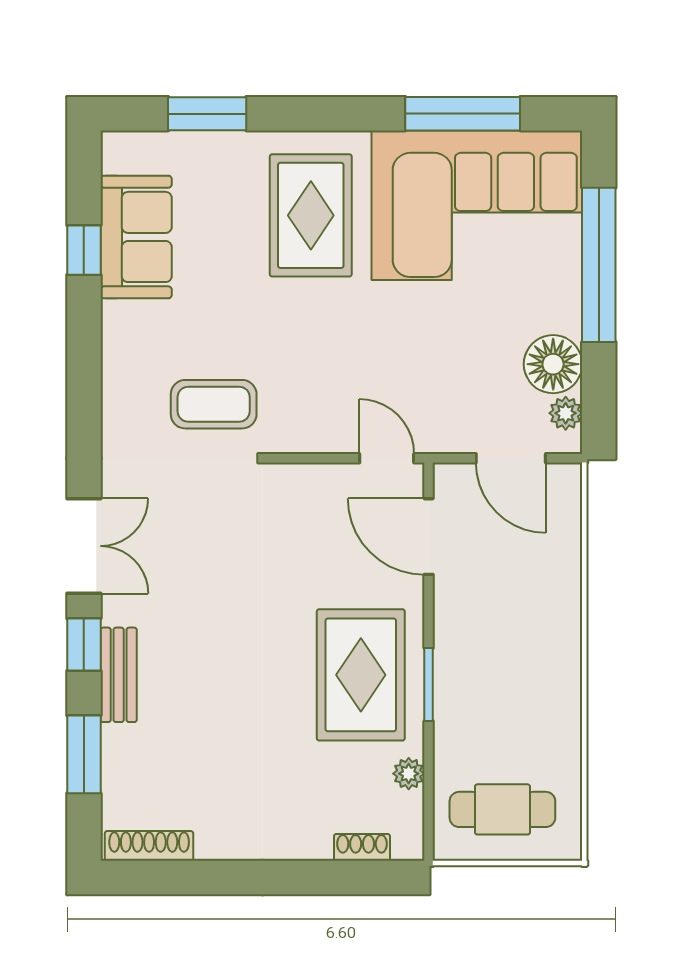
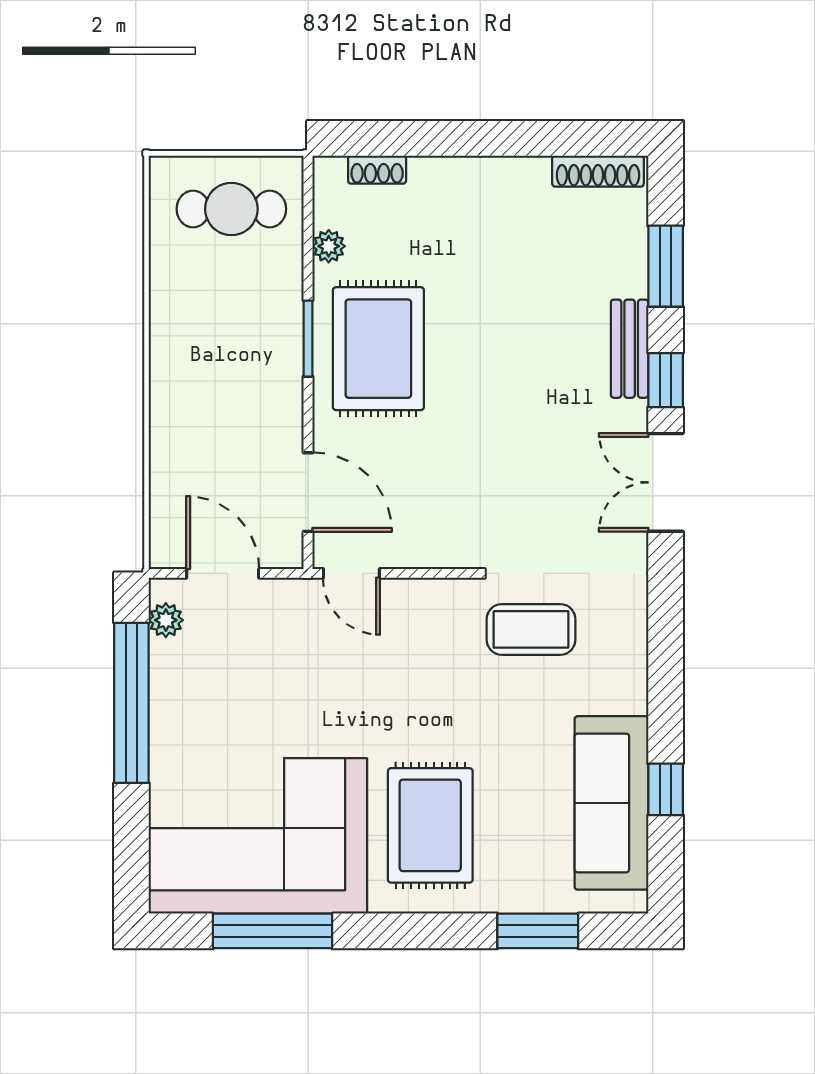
sofa: (136, 237) -> (611, 803), width x1.36
window: (599, 265) -> (131, 703), moved
floor lamp: (553, 364) -> (179, 671), removed

